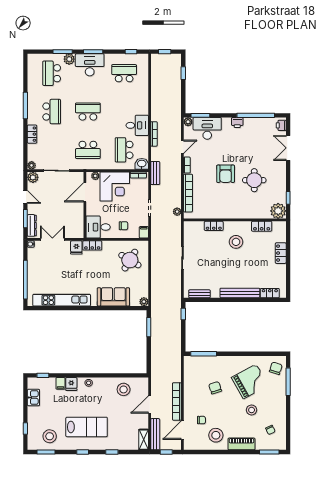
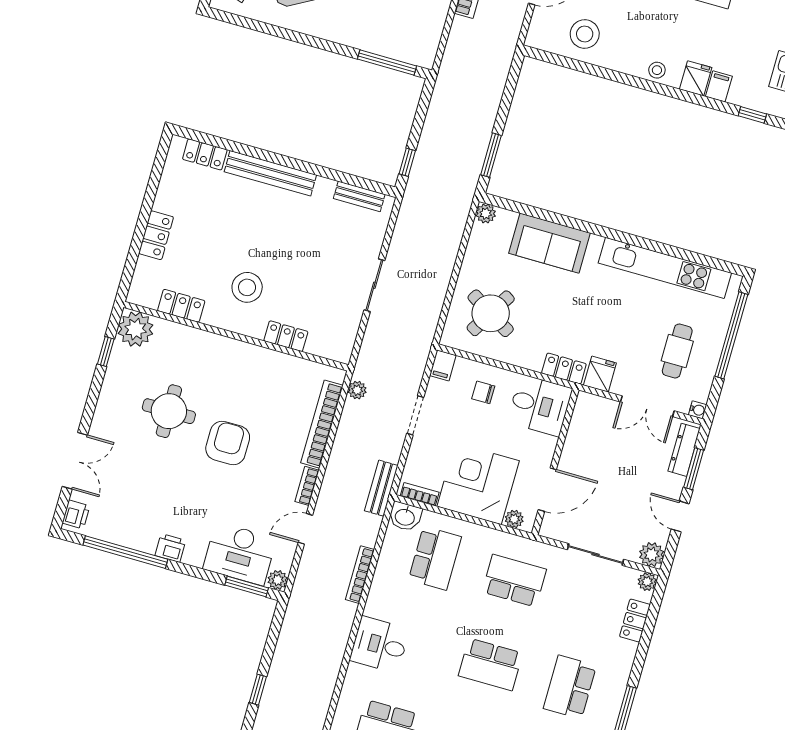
desk: (137, 125) -> (380, 645), moved
locker: (32, 134) -> (635, 621), moved
cafe table: (46, 266) -> (677, 351), added

